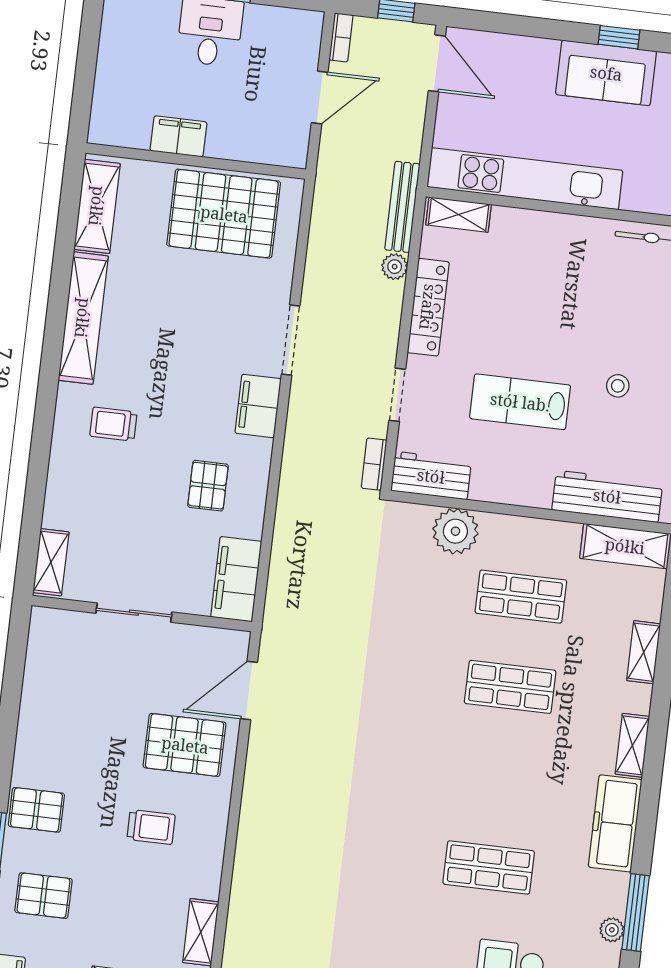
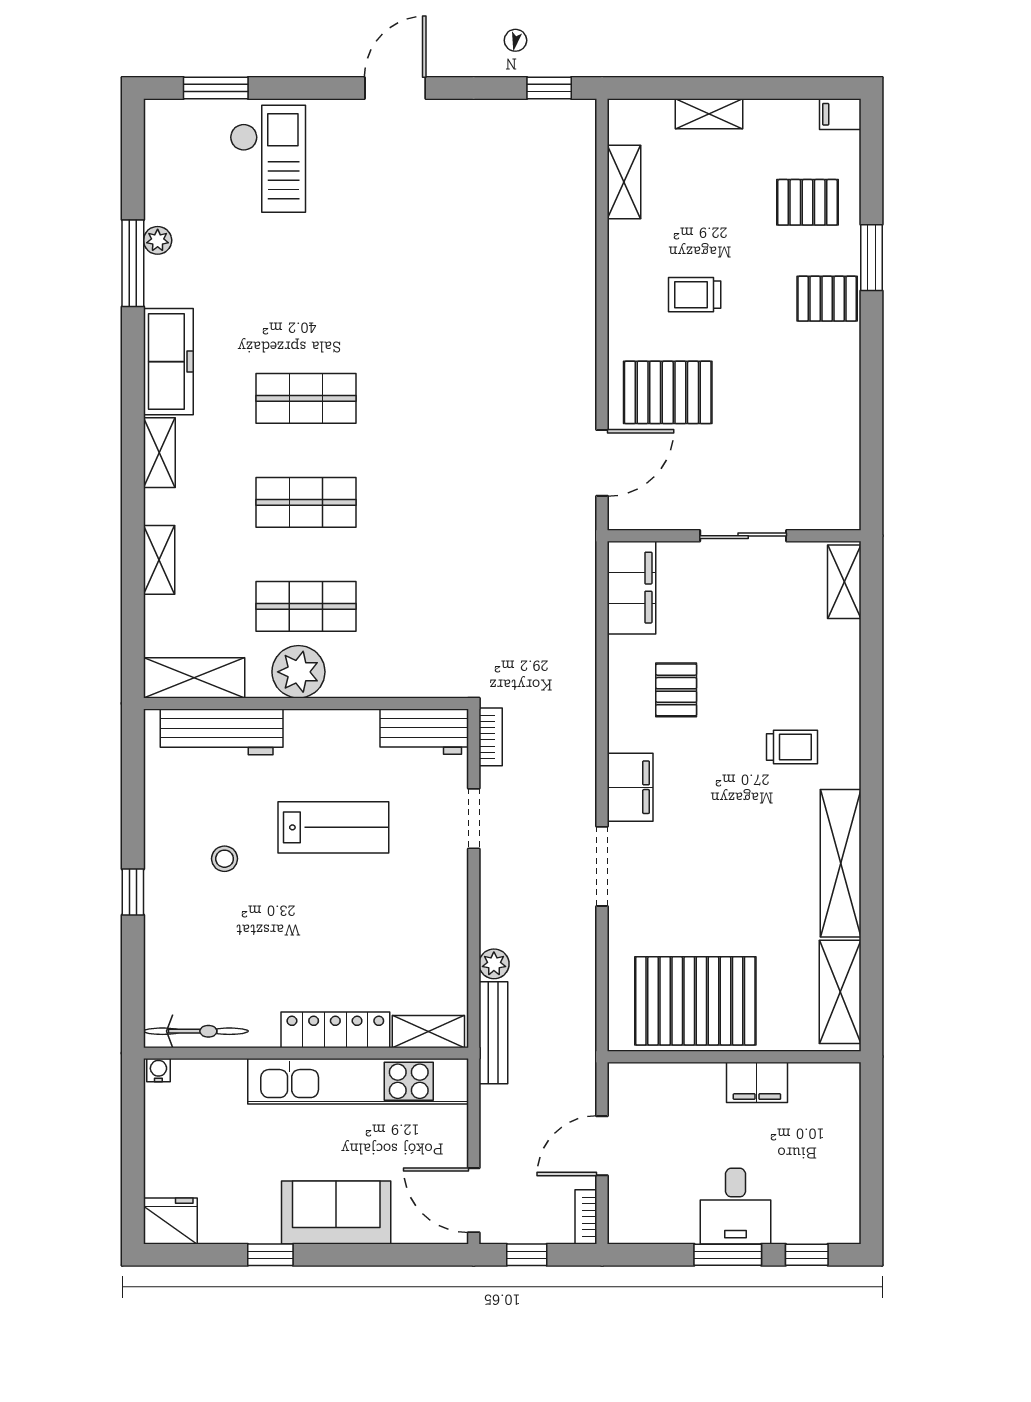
sofa: (606, 73) -> (336, 1212), moved
locker: (428, 307) -> (335, 1030), moved, turned 90
plant: (455, 531) -> (298, 672), moved
shop shelf: (489, 867) -> (306, 398), moved

